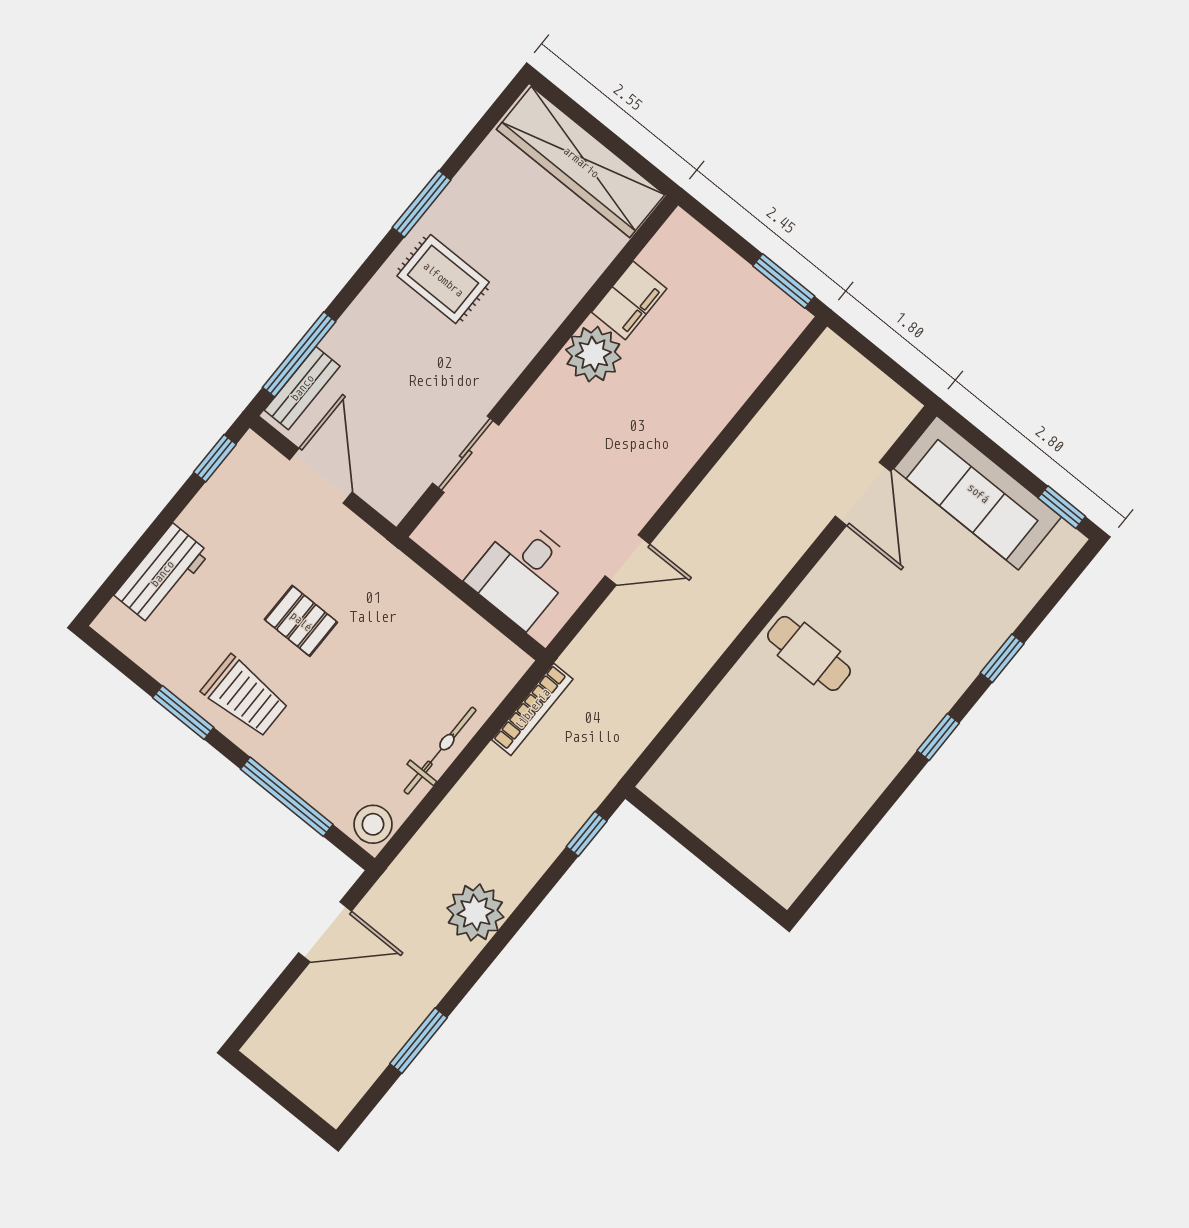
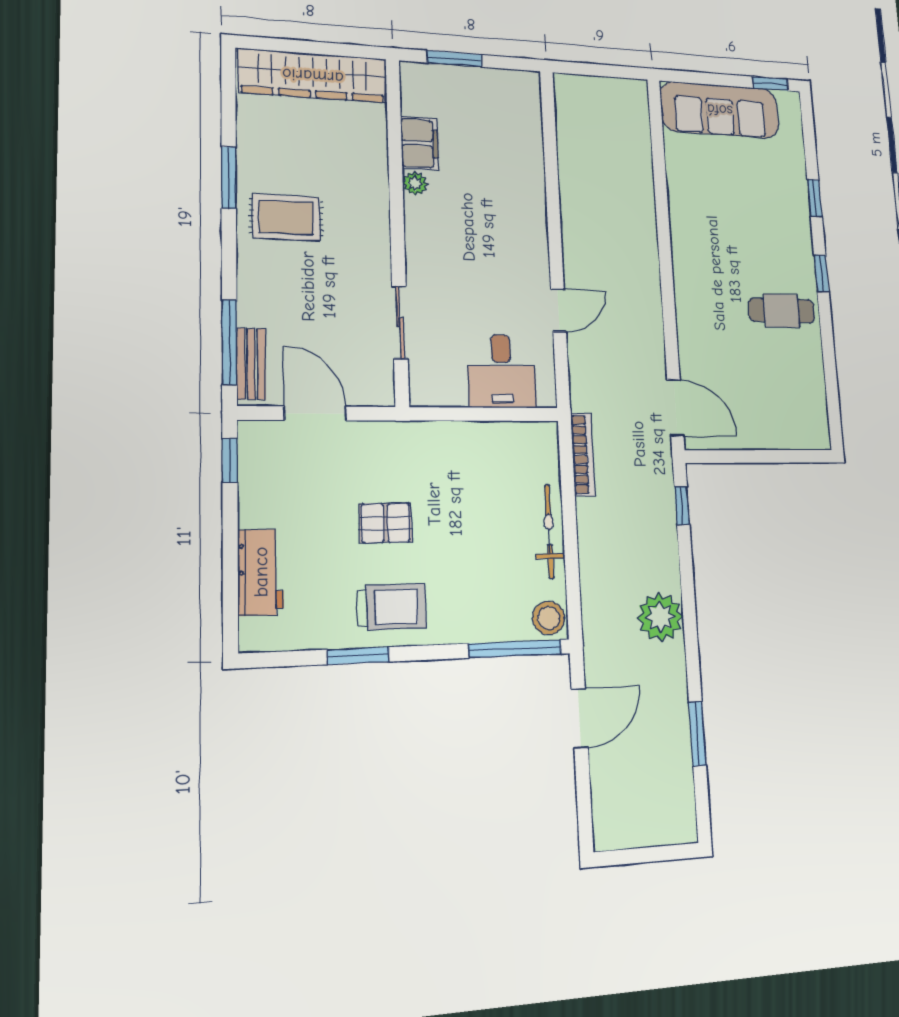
window: (784, 281) -> (455, 59), moved
plant: (593, 354) -> (415, 183), width x0.53, depth x0.53
door: (863, 494) -> (675, 408), moved
cafe table: (809, 653) -> (782, 311), moved
window: (287, 797) -> (515, 649), moved

